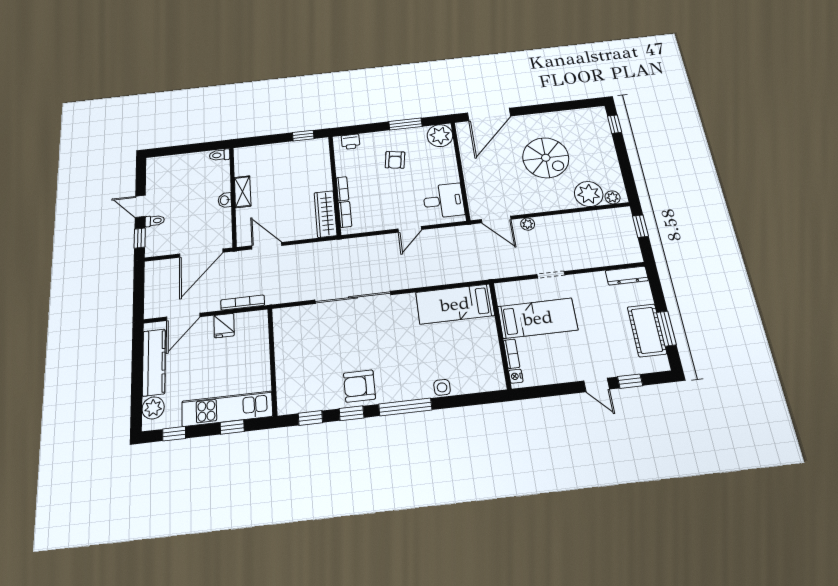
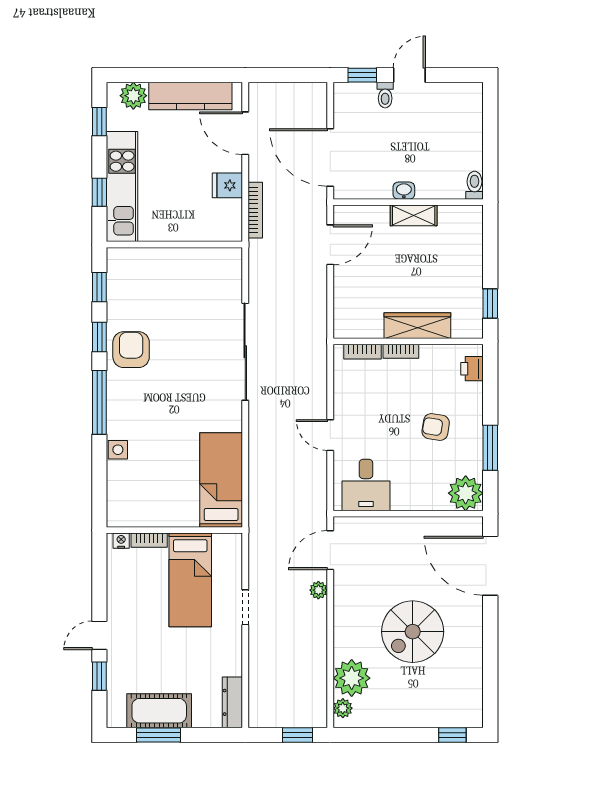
wardrobe: (326, 214) -> (417, 326), moved

